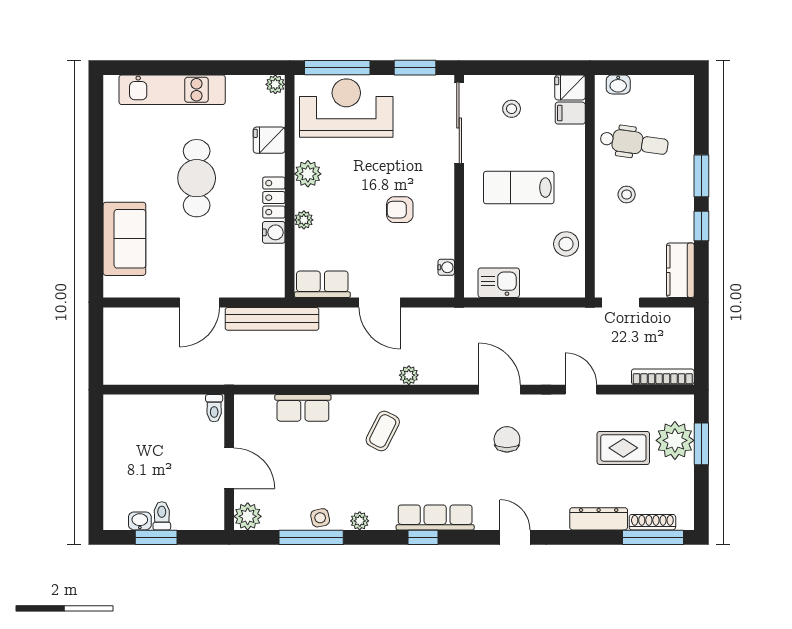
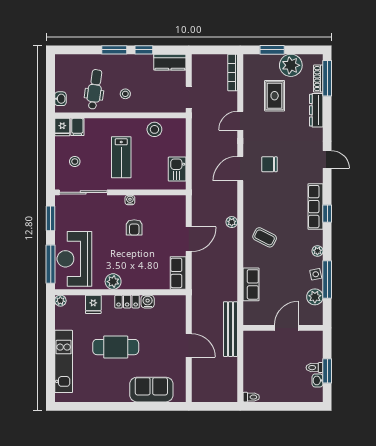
plant: (304, 220) -> (140, 284), removed
water cooler: (446, 267) -> (130, 200), moved
bench: (272, 319) -> (230, 329), moved
toilet: (214, 408) -> (251, 397), moved
plant: (675, 440) -> (291, 65), moved
plant: (248, 516) -> (315, 297), moved
door: (515, 537) -> (327, 160), swing flipped

